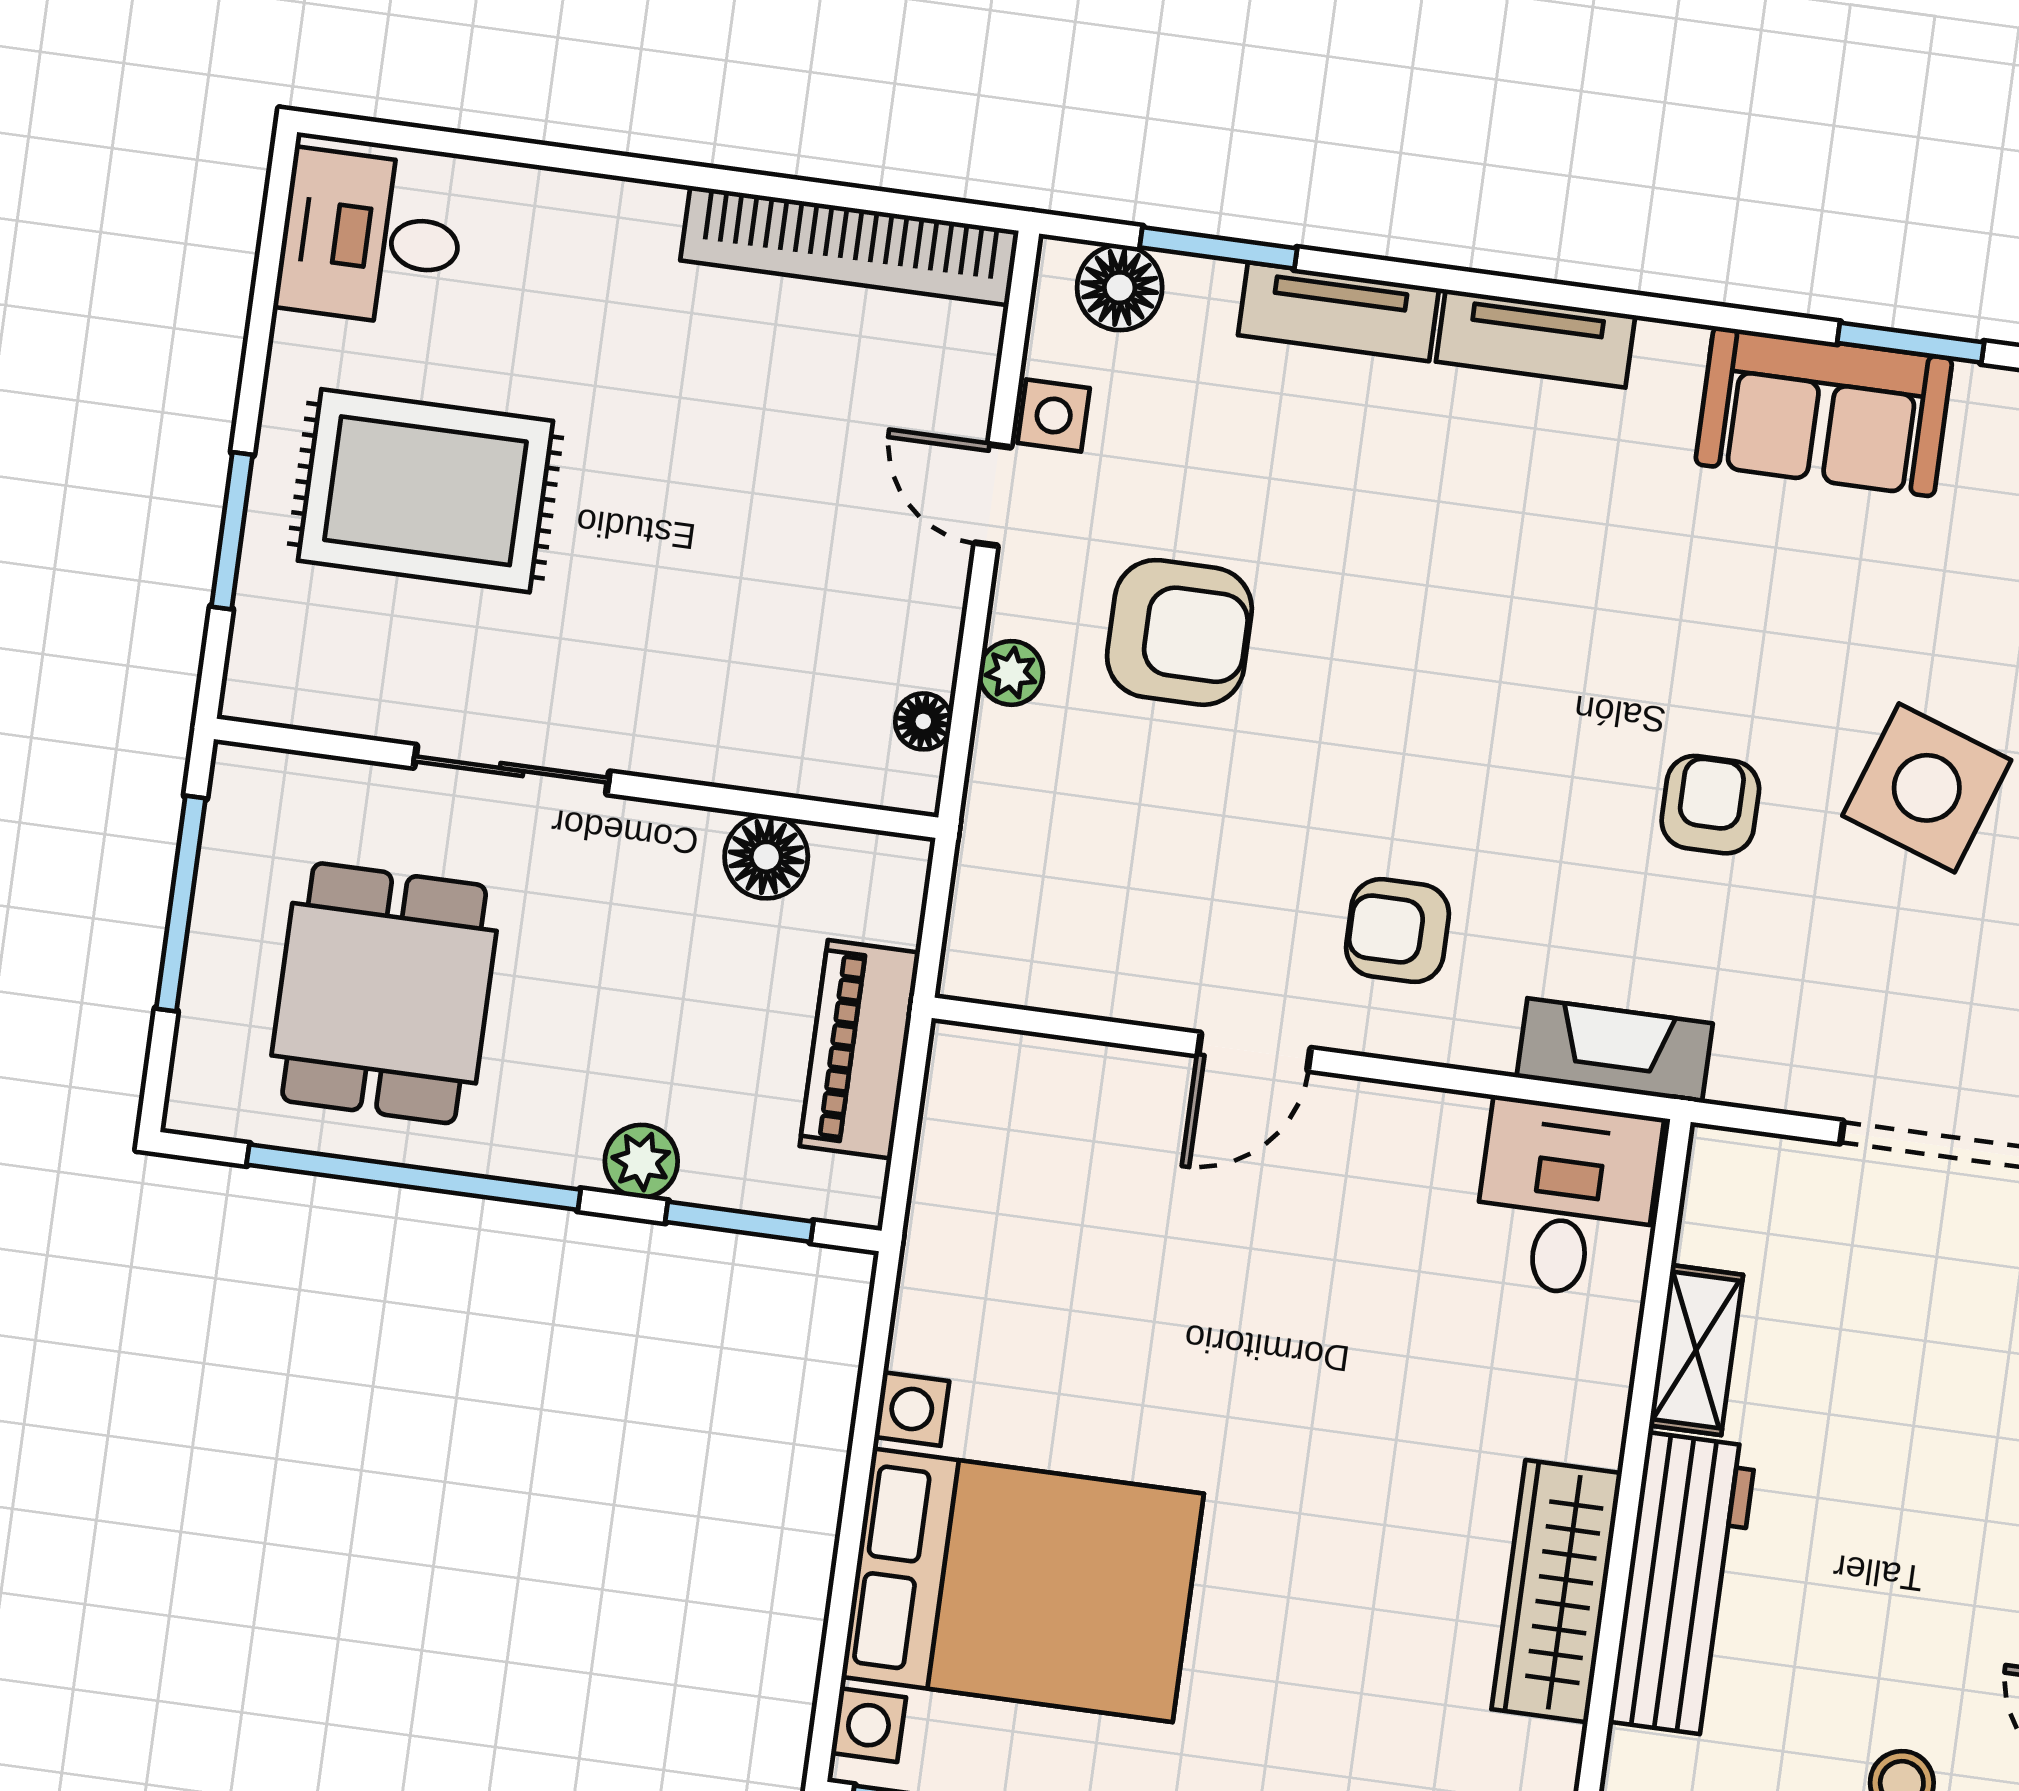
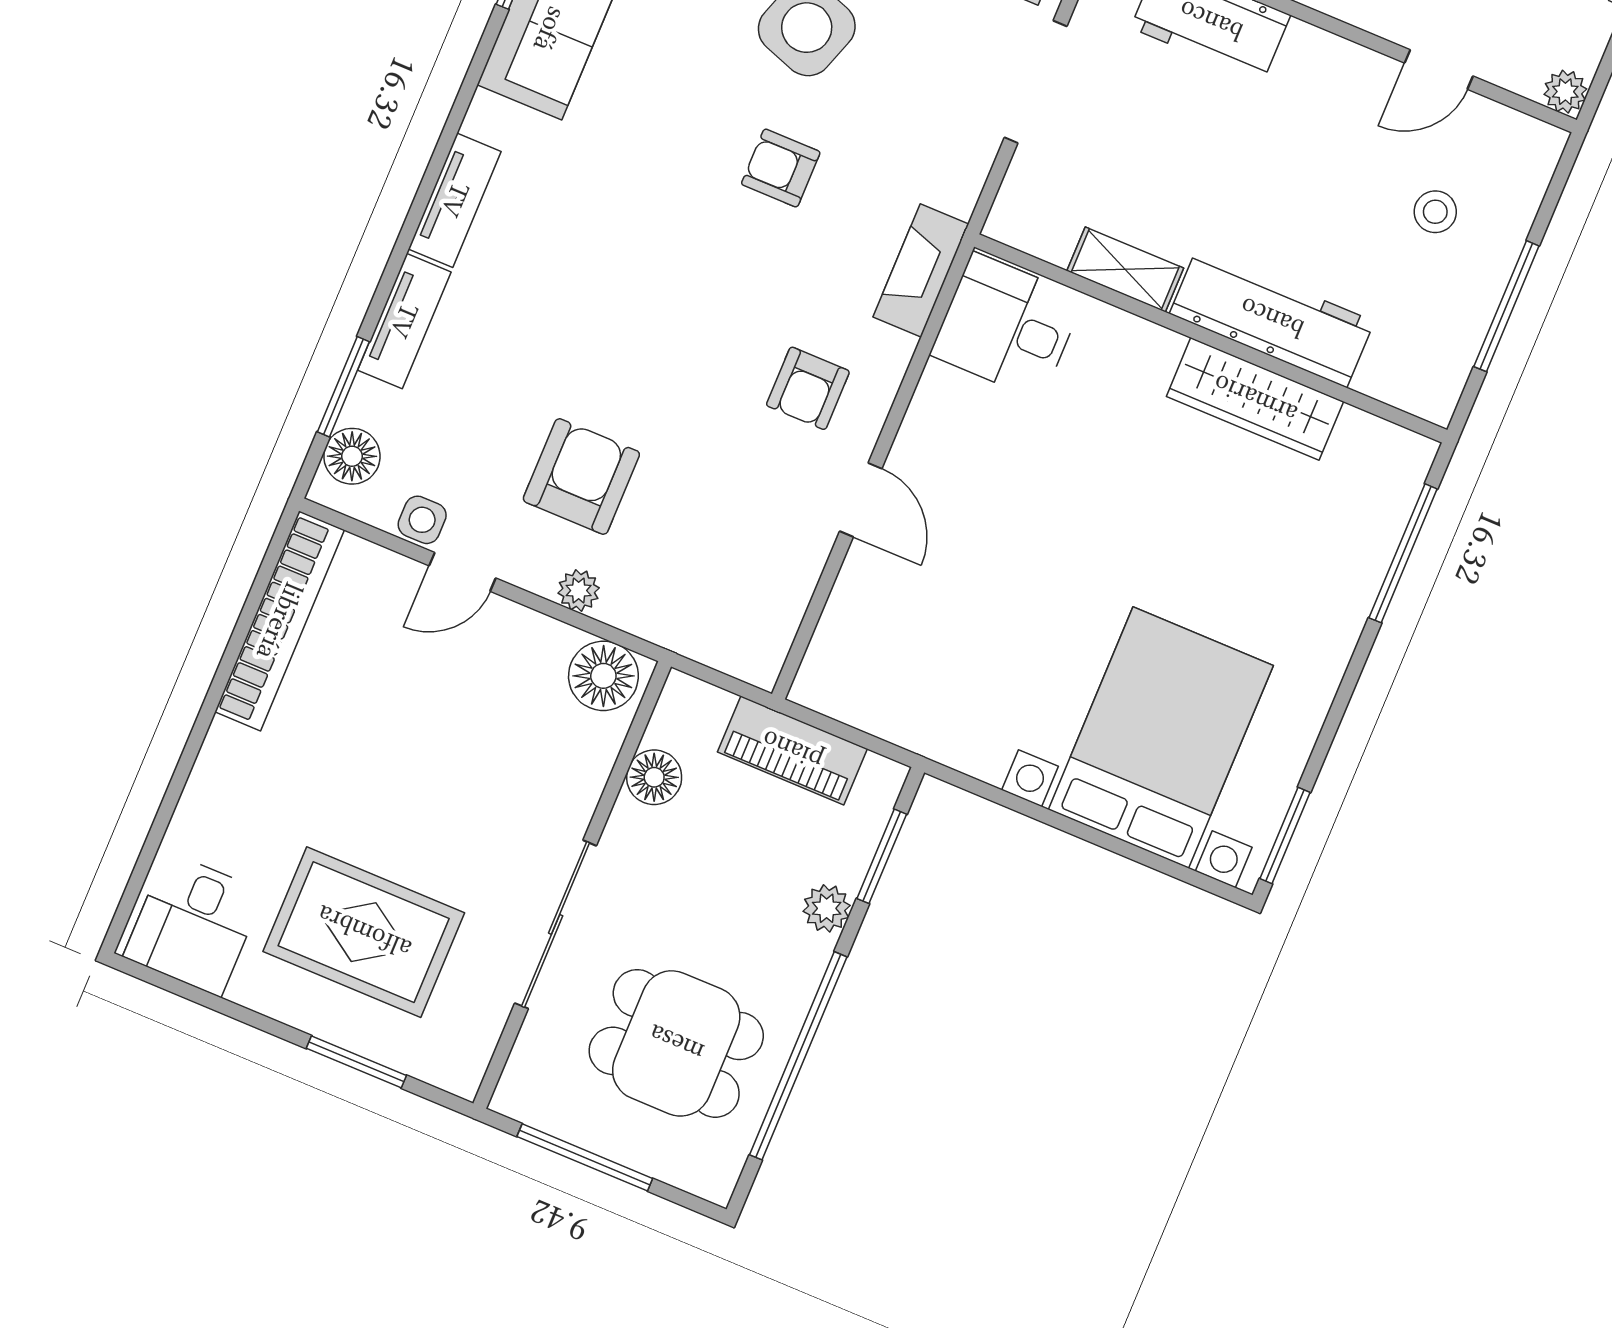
rug: (425, 491) -> (364, 932), turned 90
floor lamp: (923, 721) -> (603, 676), width x1.89, depth x1.89
sliding door: (512, 770) -> (556, 924), width x1.37

